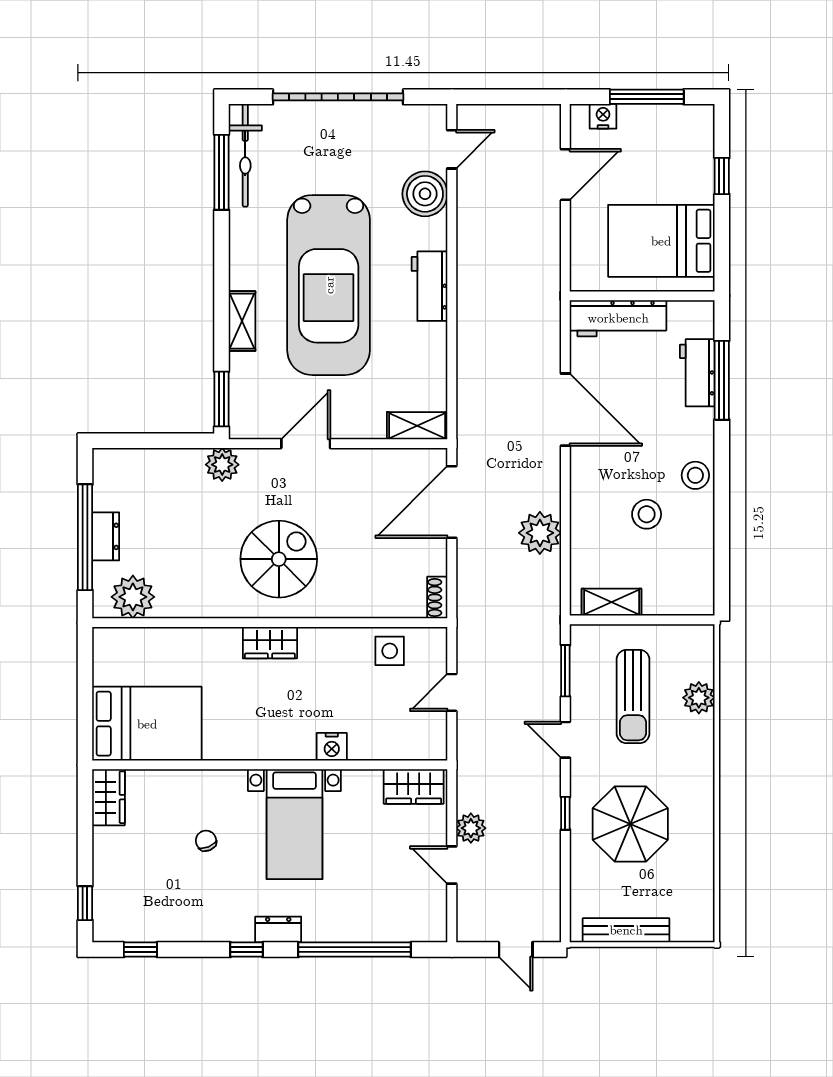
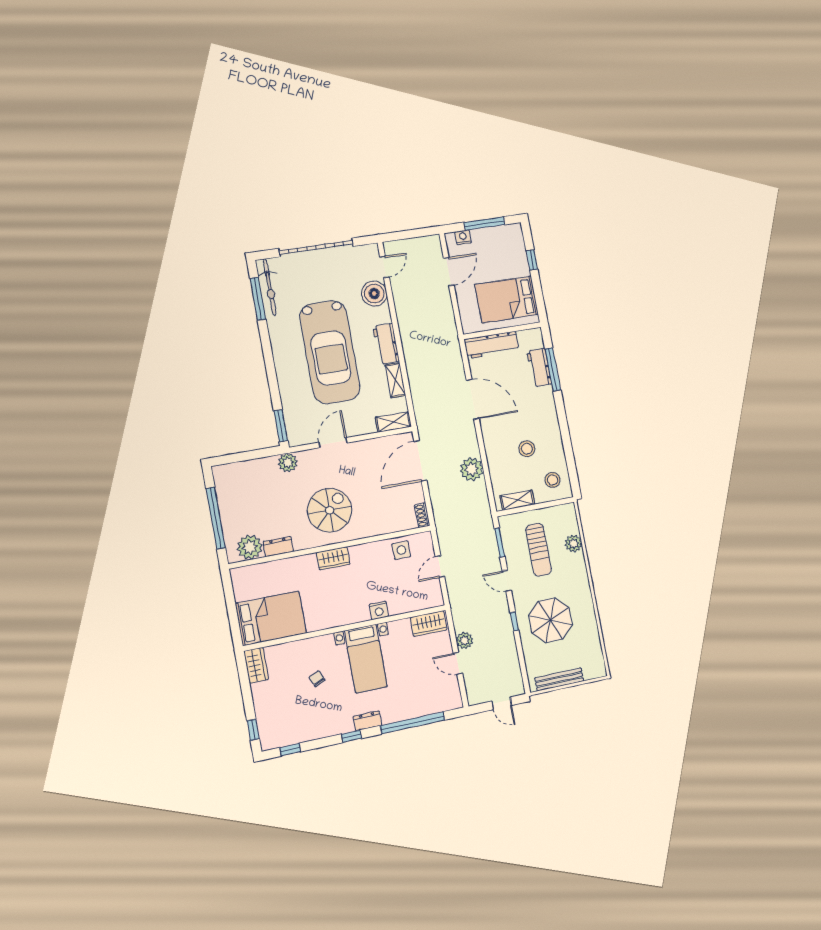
shelving: (242, 321) -> (395, 380), moved
stool: (695, 475) -> (553, 480), moved
dresser: (106, 536) -> (278, 547), moved, turned -90

